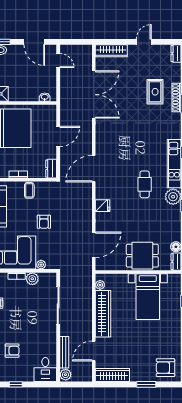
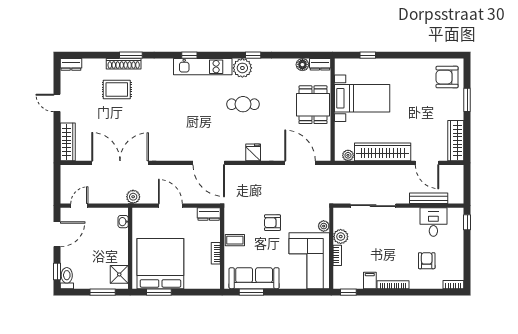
cafe table: (145, 184) -> (243, 104), moved
armchair: (44, 222) -> (272, 223), turned 180
armchair: (165, 368) -> (447, 77), turned 90
desk: (45, 369) -> (433, 222), moved, turned -90
plant: (66, 375) -> (133, 197), moved
window: (16, 384) -> (467, 222), moved

